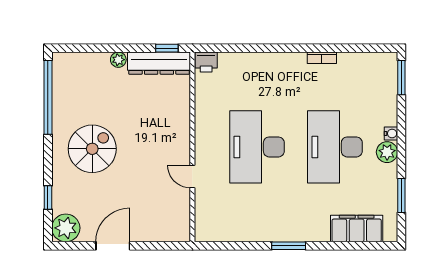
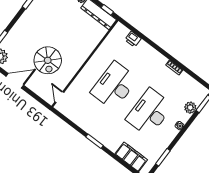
printer: (206, 62) -> (133, 39), moved
spiral stairs: (92, 149) -> (48, 60), moved, turned 90
plant: (387, 152) -> (190, 108), moved
door: (192, 177) -> (59, 97), moved

